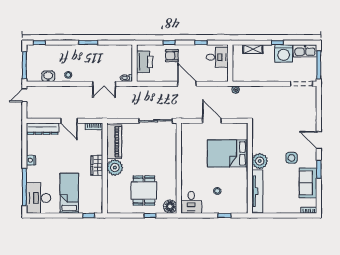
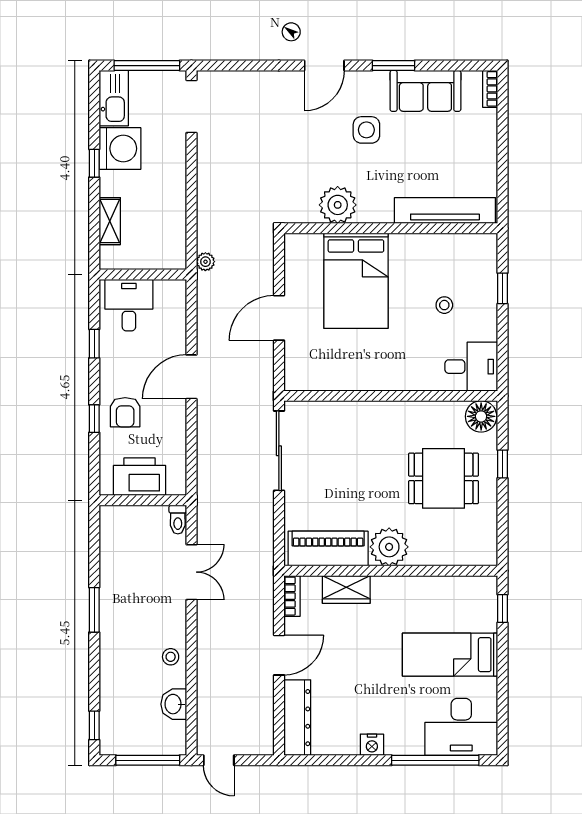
plant: (260, 161) -> (338, 205), moved
wardrobe: (97, 165) -> (346, 589), moved

